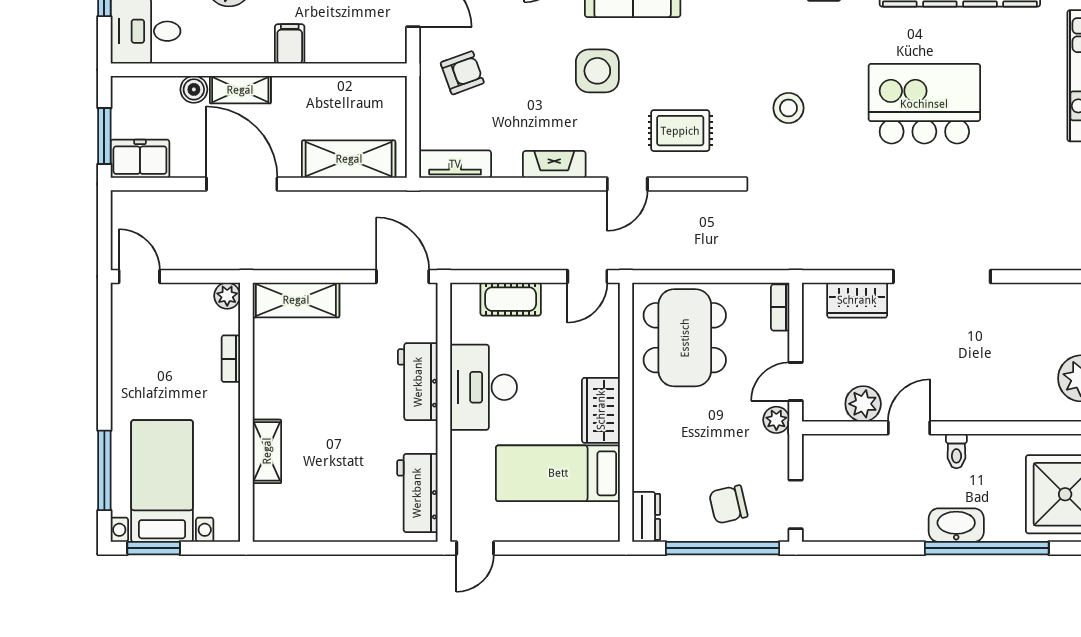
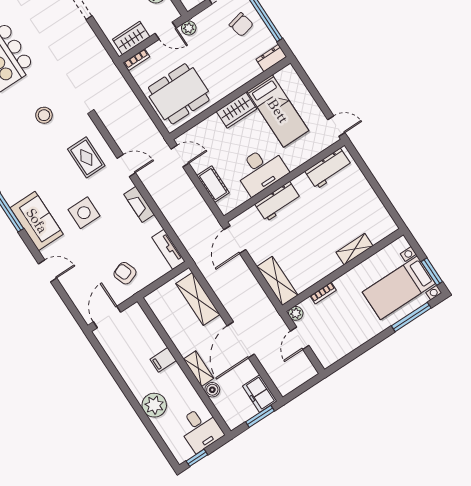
door: (139, 277) -> (300, 338), moved
wardrobe: (857, 300) -> (131, 38), moved, turned -90

